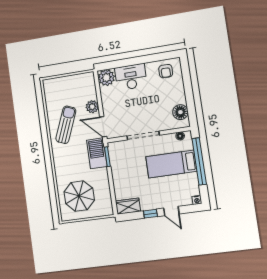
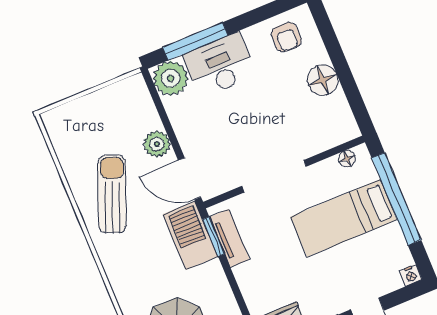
window: (122, 63) -> (195, 41), added
floor lamp: (180, 112) -> (323, 80), moved
tv unit: (115, 159) -> (229, 238), added

